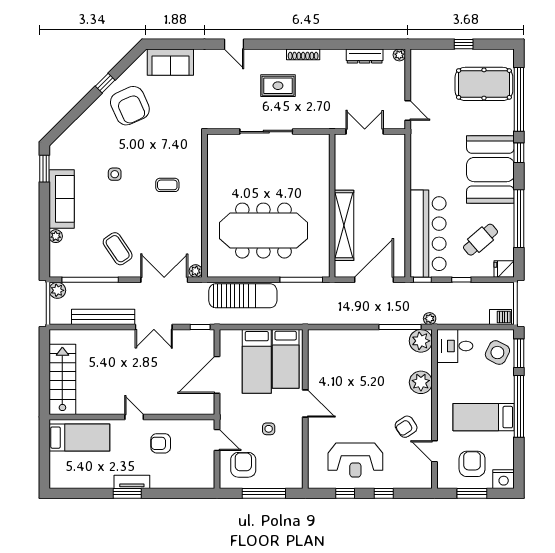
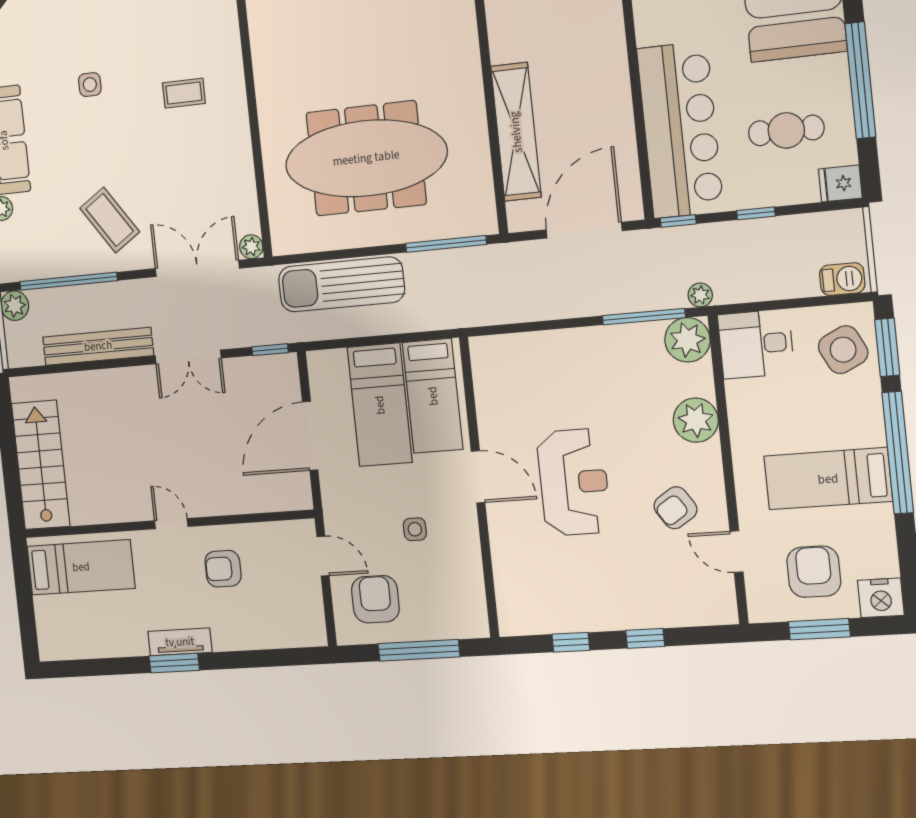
cafe table: (481, 240) -> (786, 130), turned 41
sun lounger: (243, 296) -> (341, 284), turned 180
side table: (497, 353) -> (843, 350), turned 37
reception desk: (355, 460) -> (574, 482), moved, turned -90

